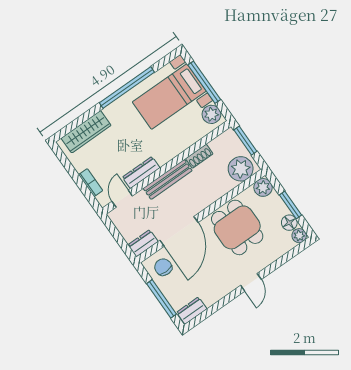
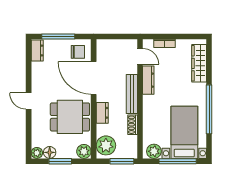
dresser: (143, 243) -> (102, 113), moved

